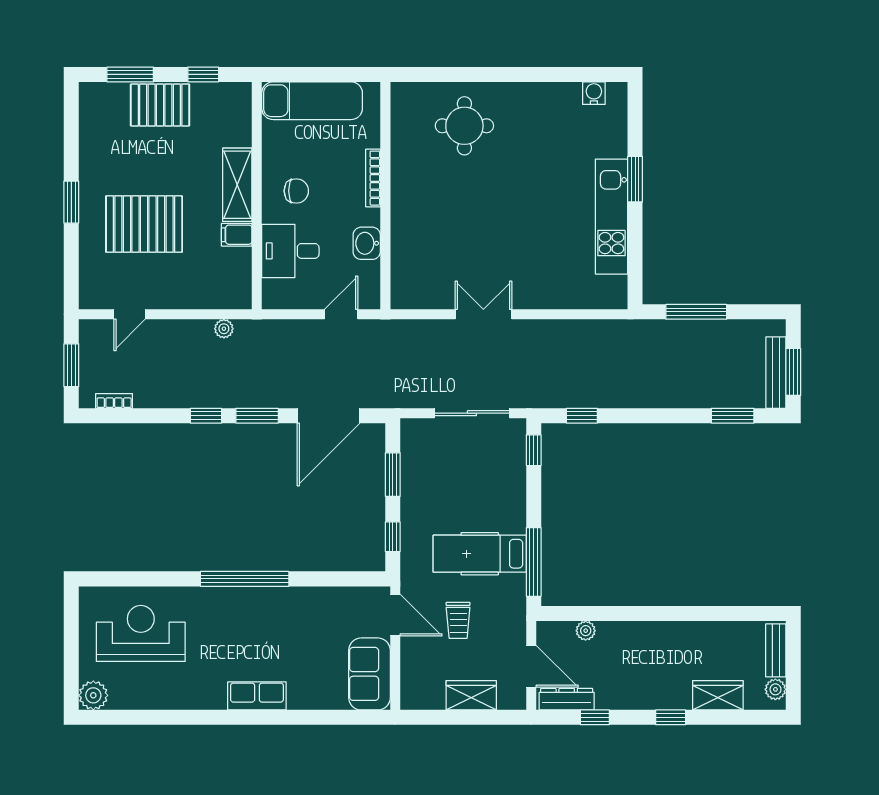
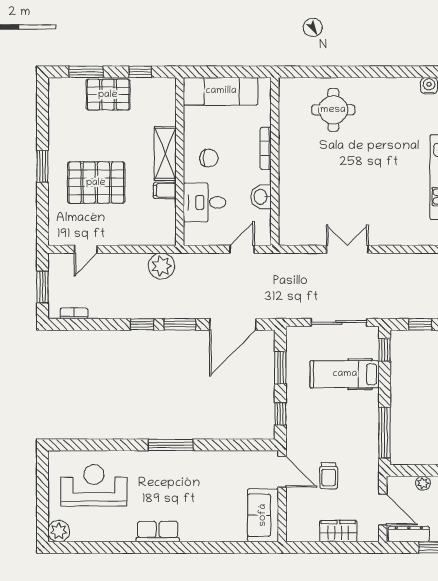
plant: (224, 329) -> (161, 266), width x1.87, depth x1.87
hospital bed: (480, 554) -> (345, 374), moved
window: (245, 579) -> (171, 445), width x0.68
row of seats: (257, 696) -> (158, 532), moved

